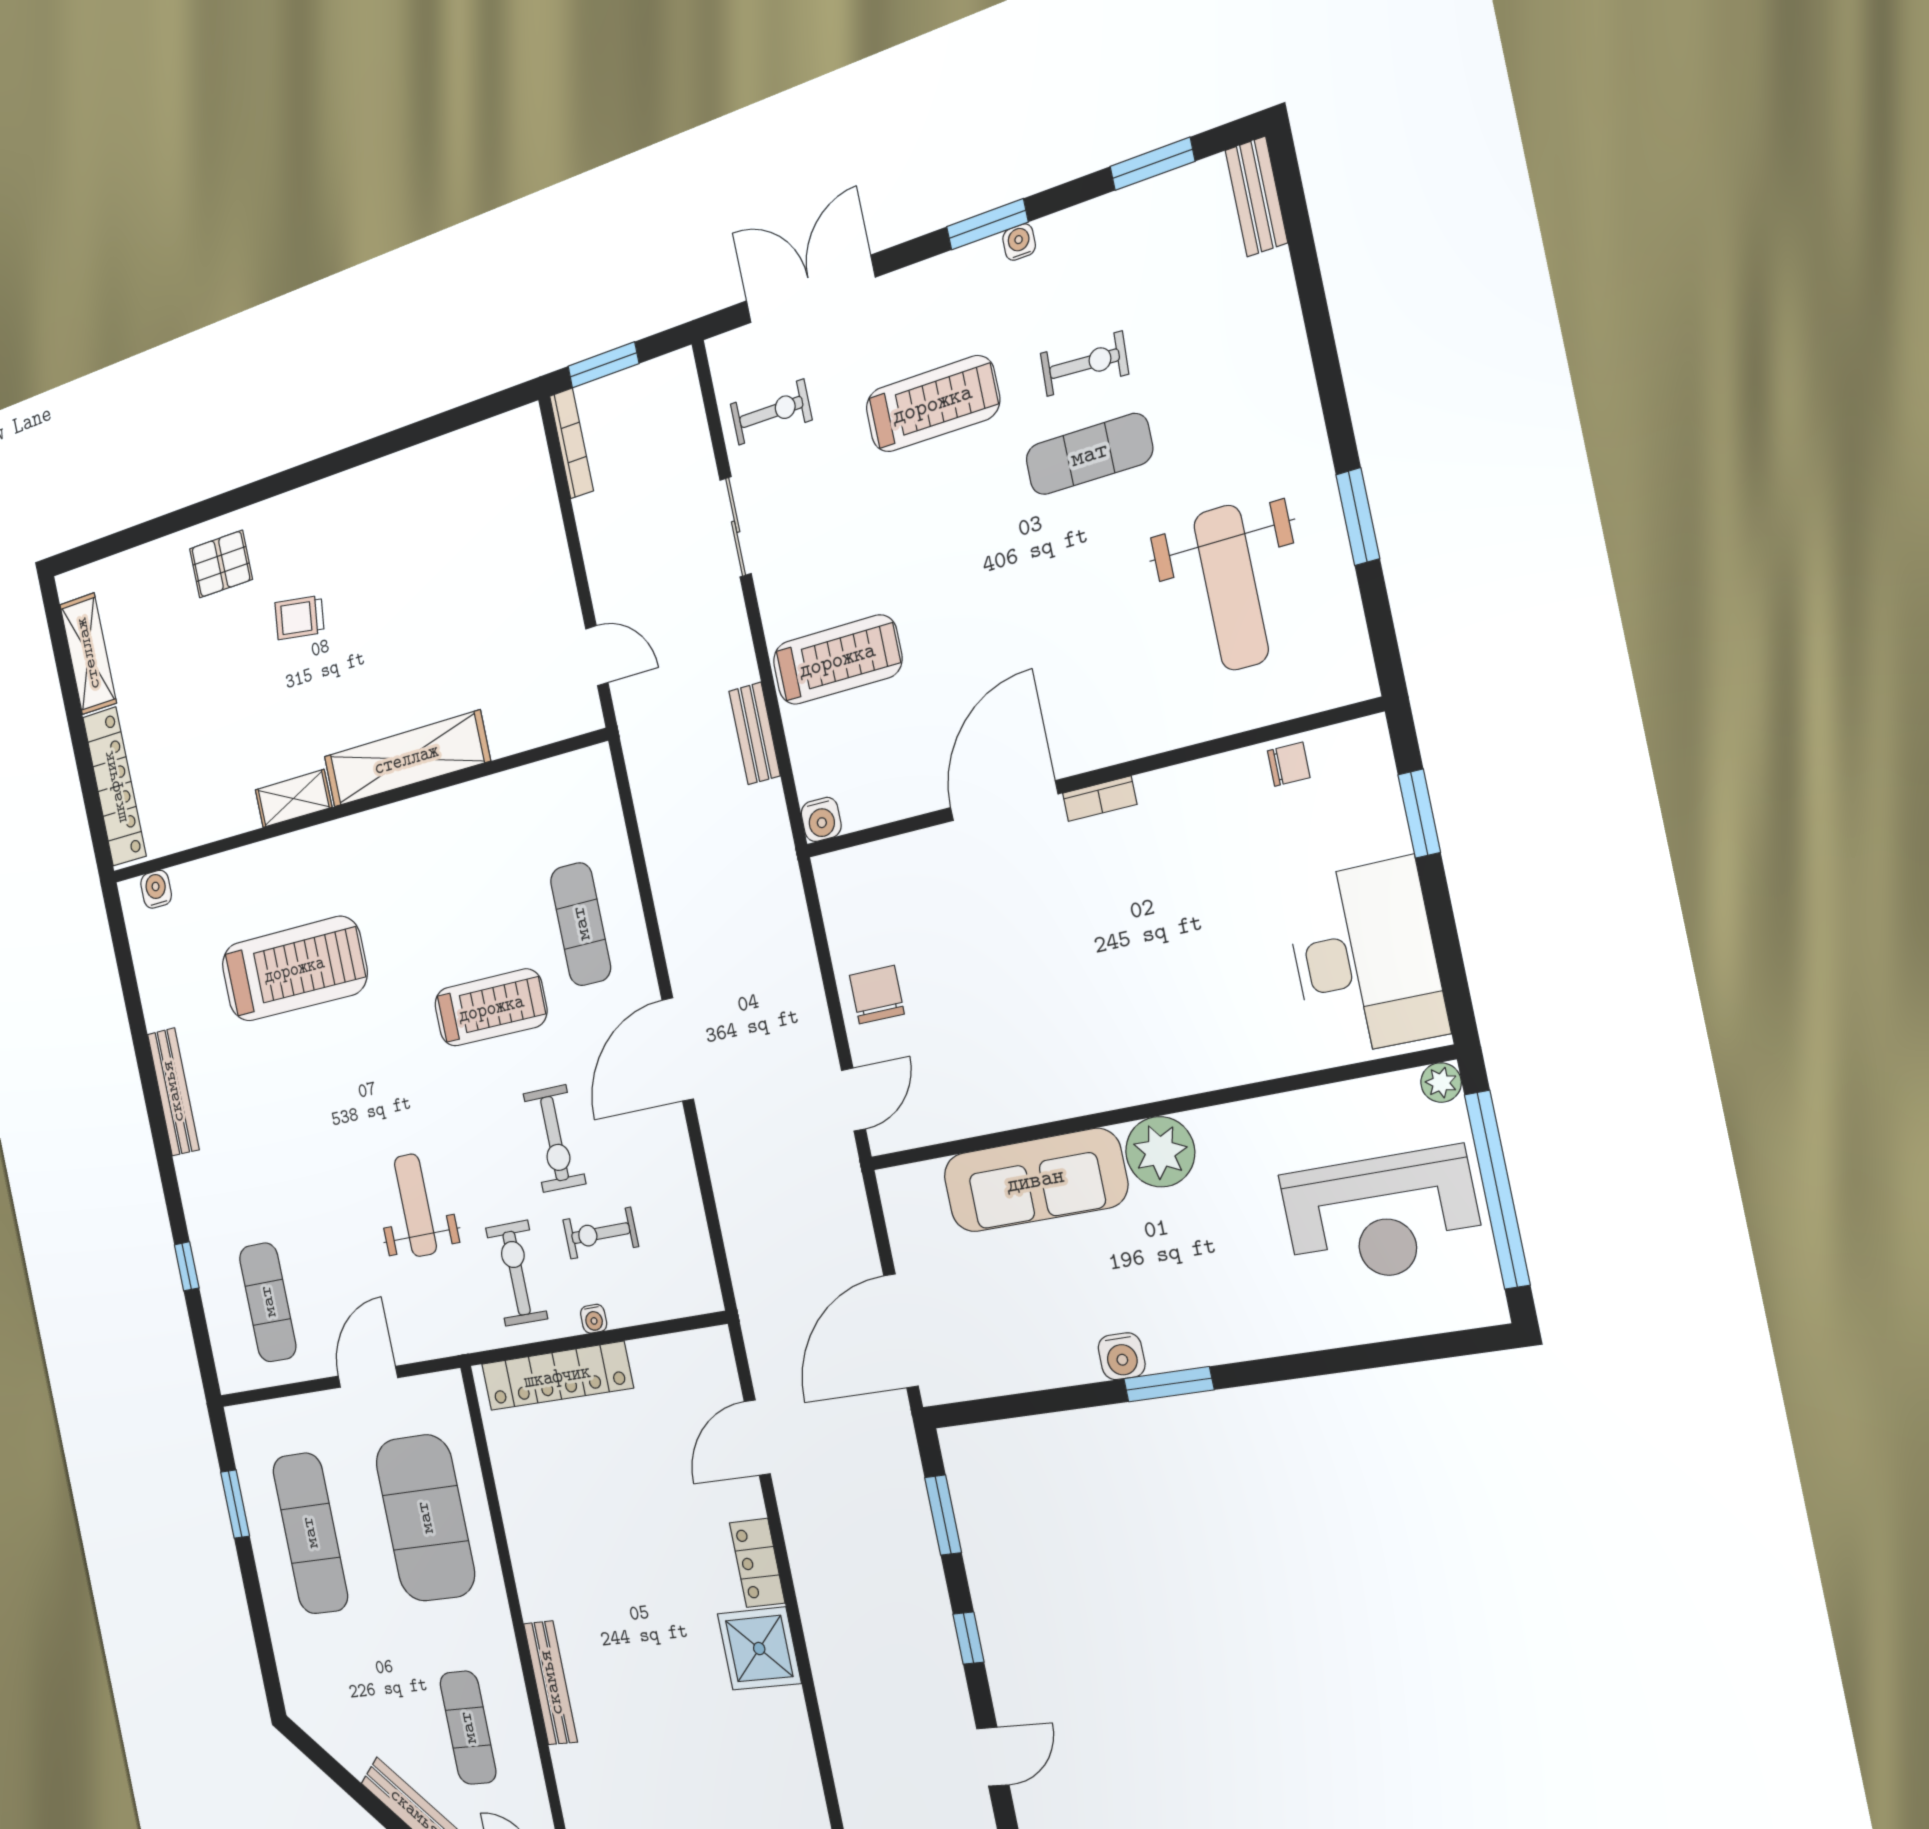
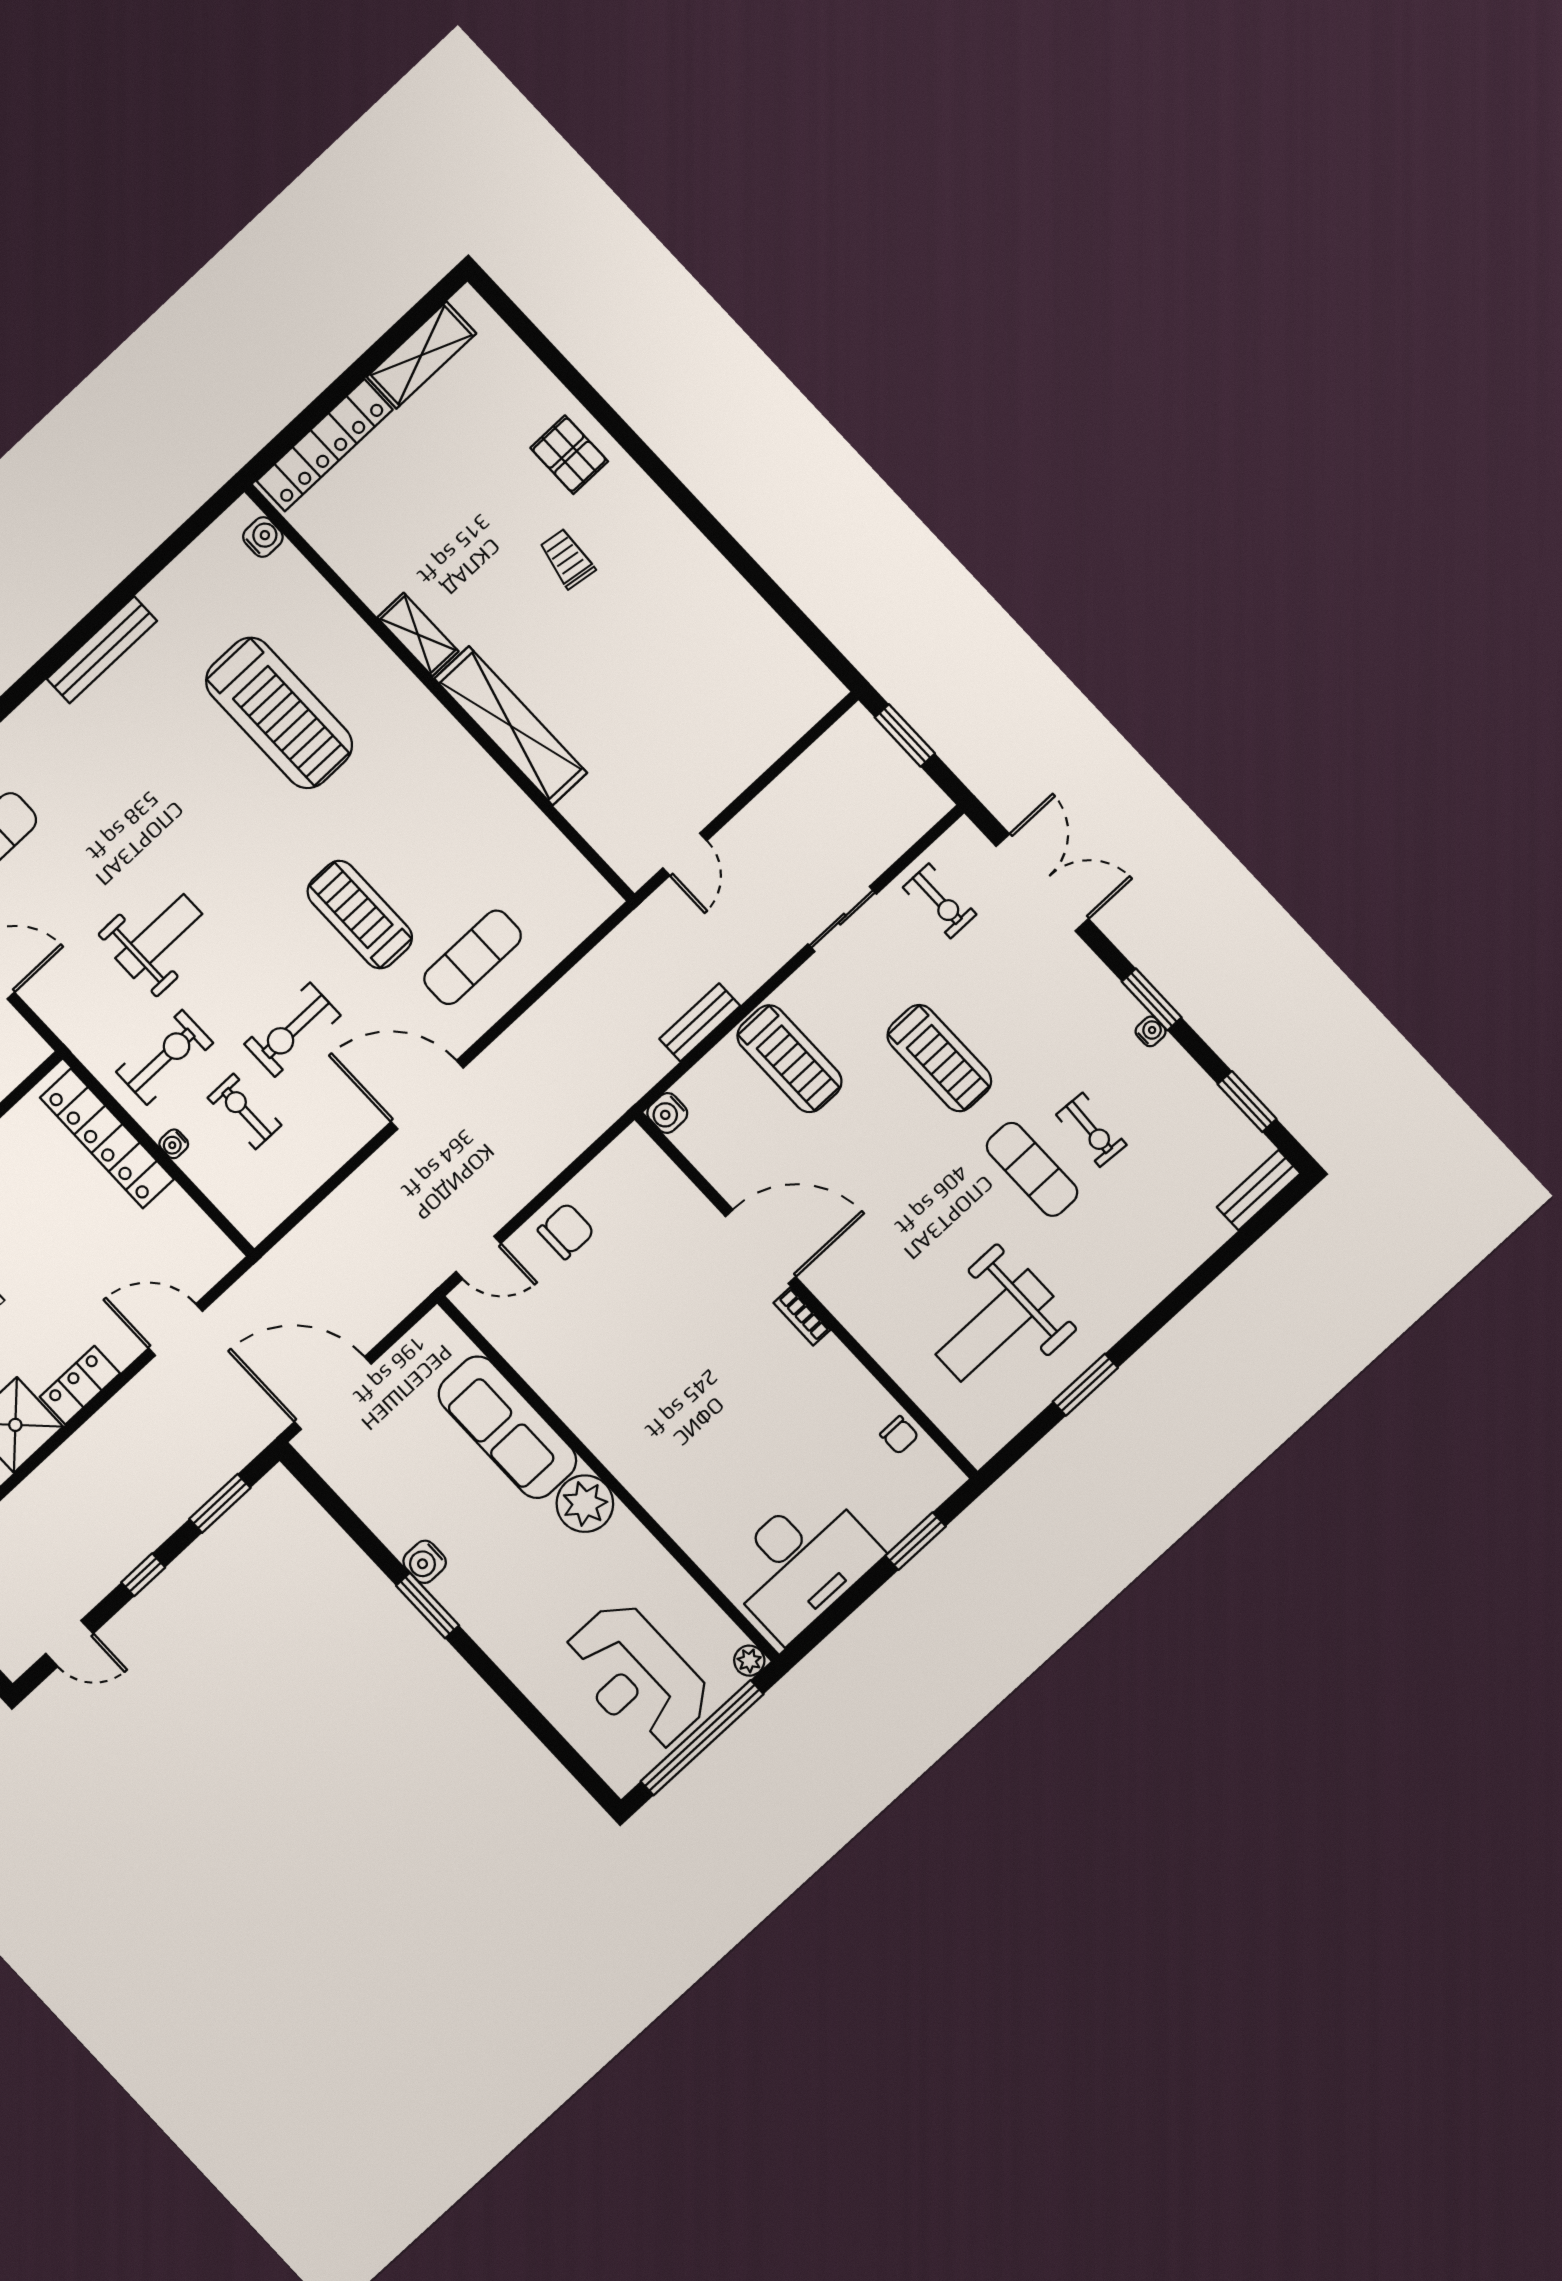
treadmill: (932, 404) -> (939, 1058), moved
bookcase: (571, 443) -> (833, 740), removed
treadmill: (491, 1008) -> (360, 915), turned 180

